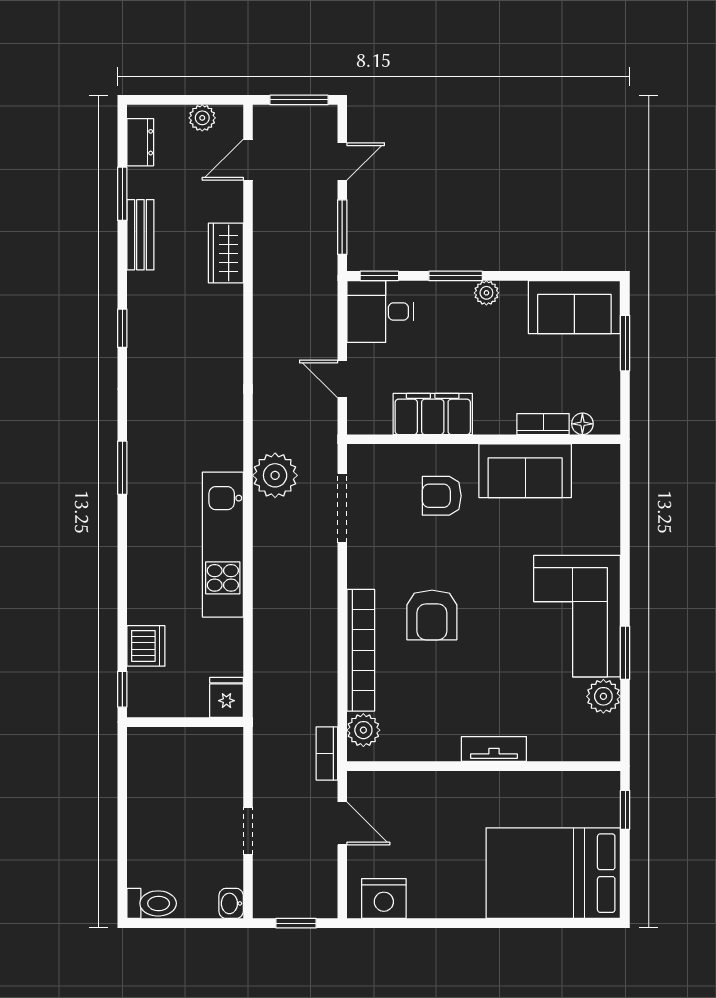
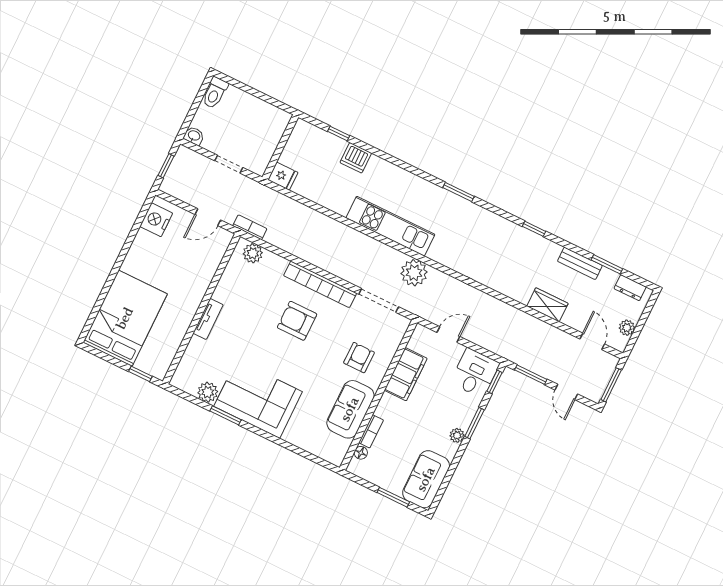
bookcase: (361, 650) -> (320, 284), moved
fridge: (226, 697) -> (283, 176), moved
wall: (185, 722) -> (280, 147), moved

